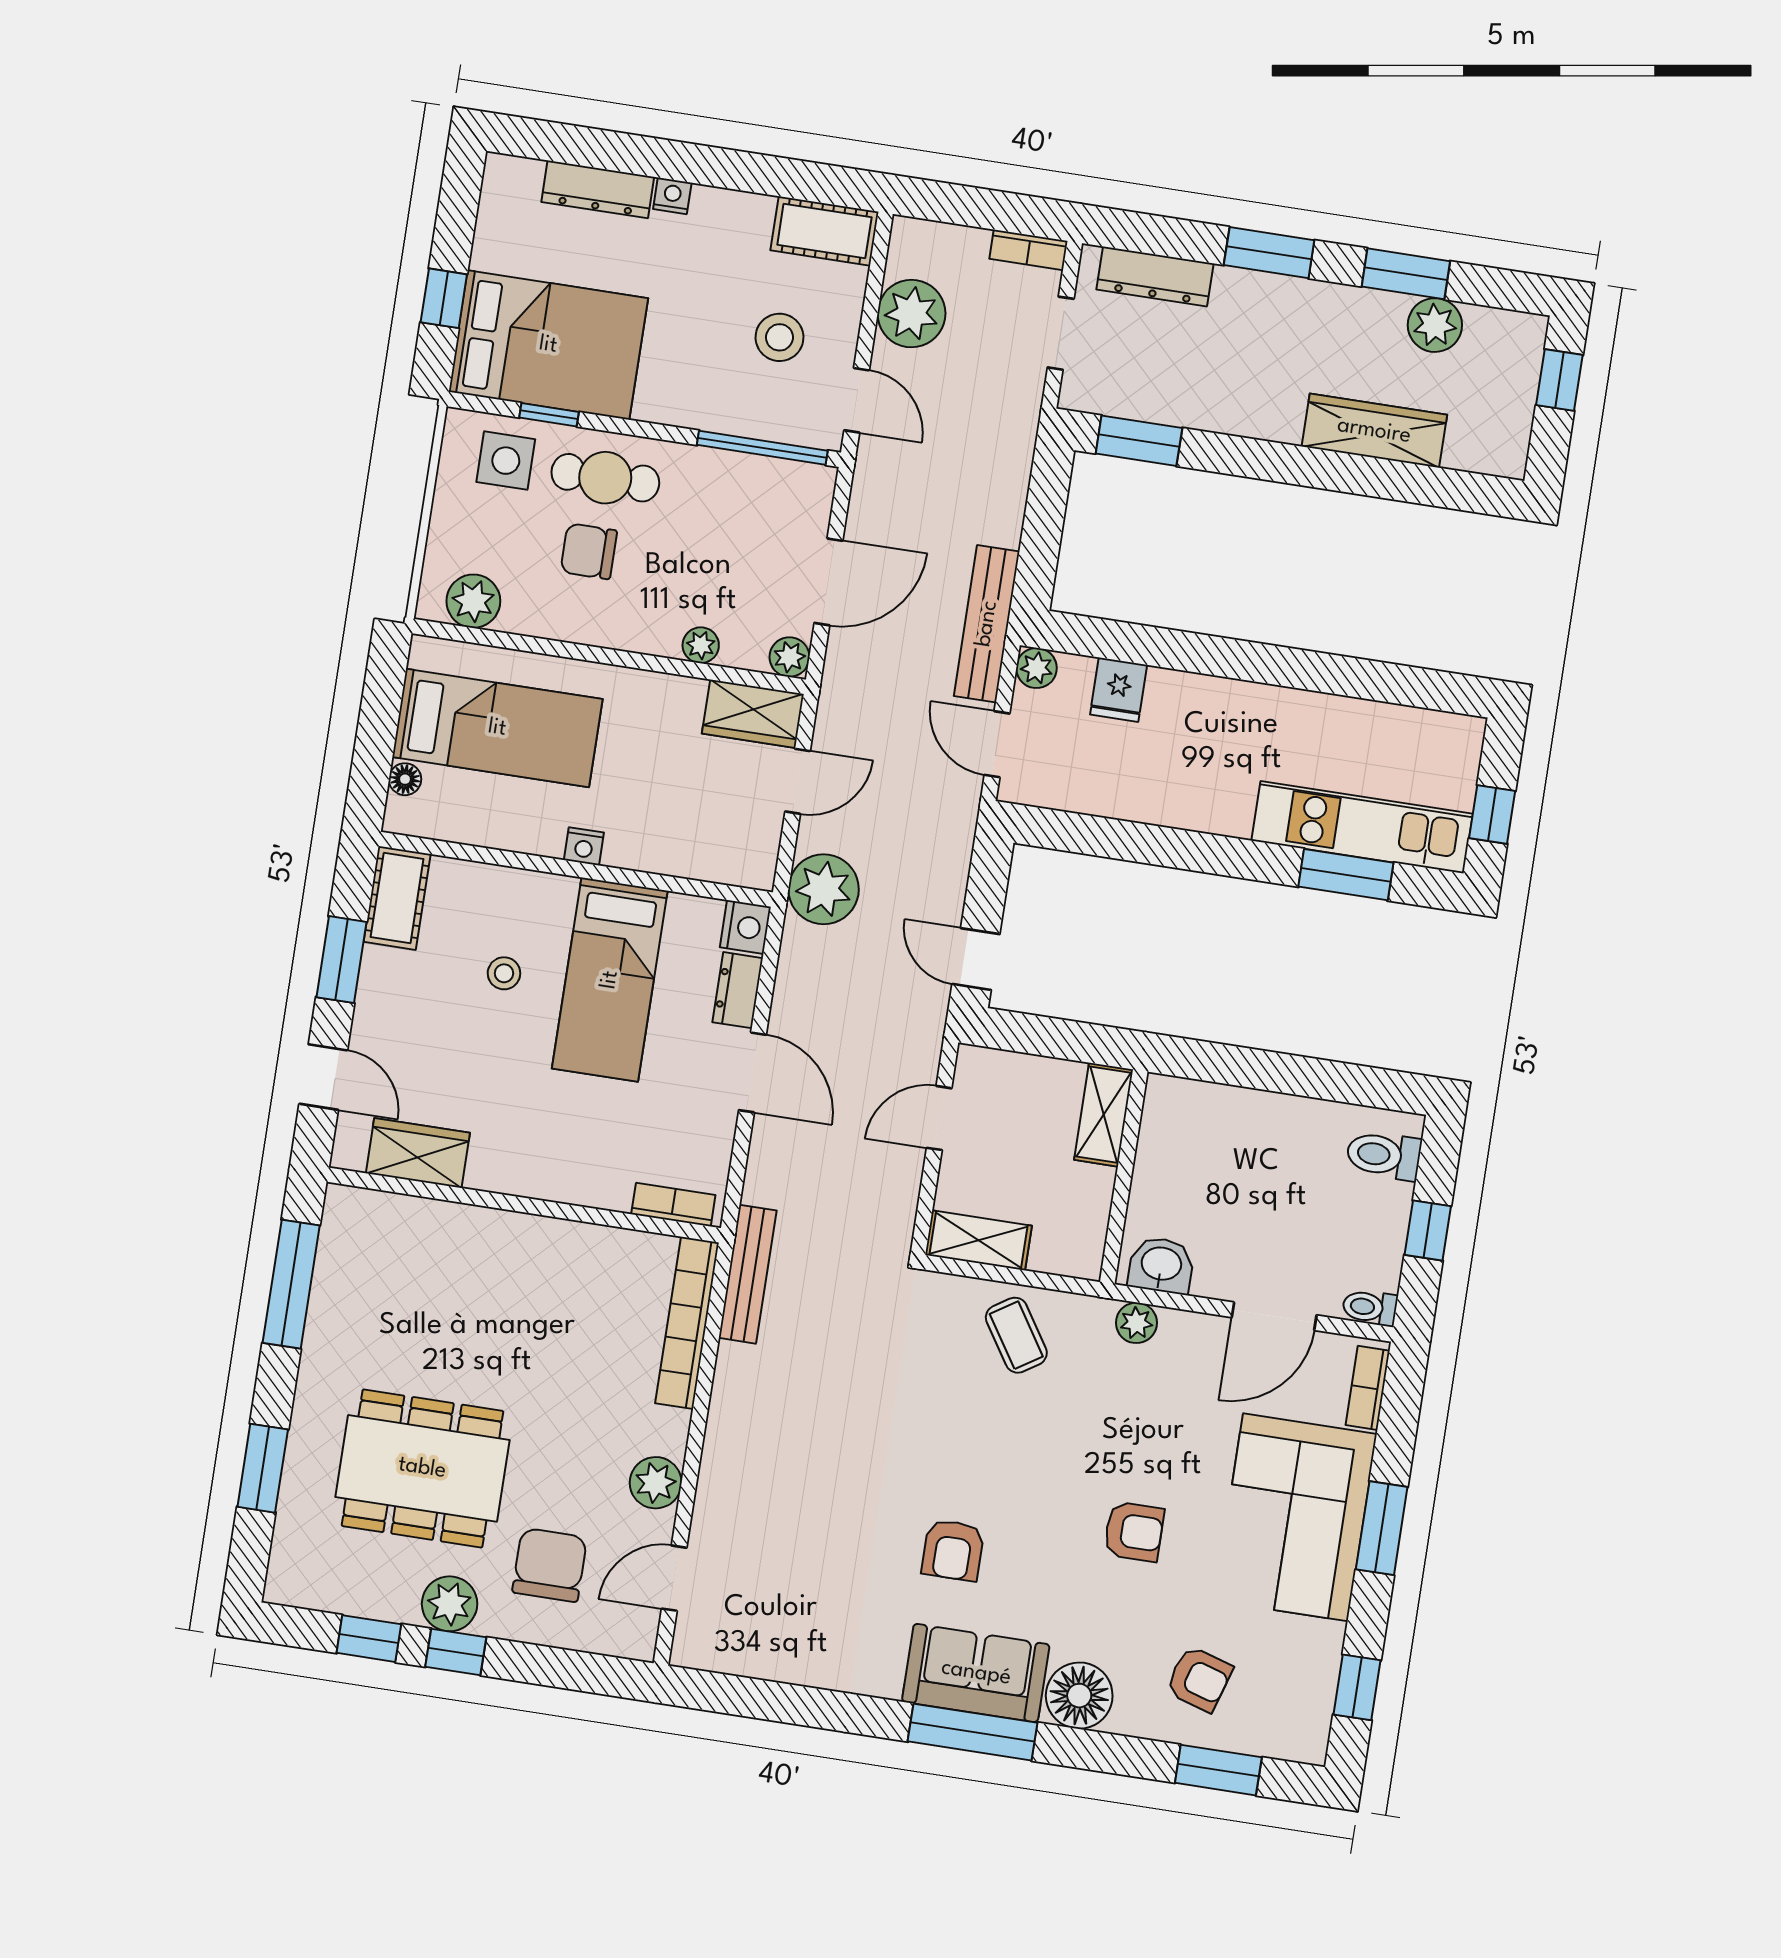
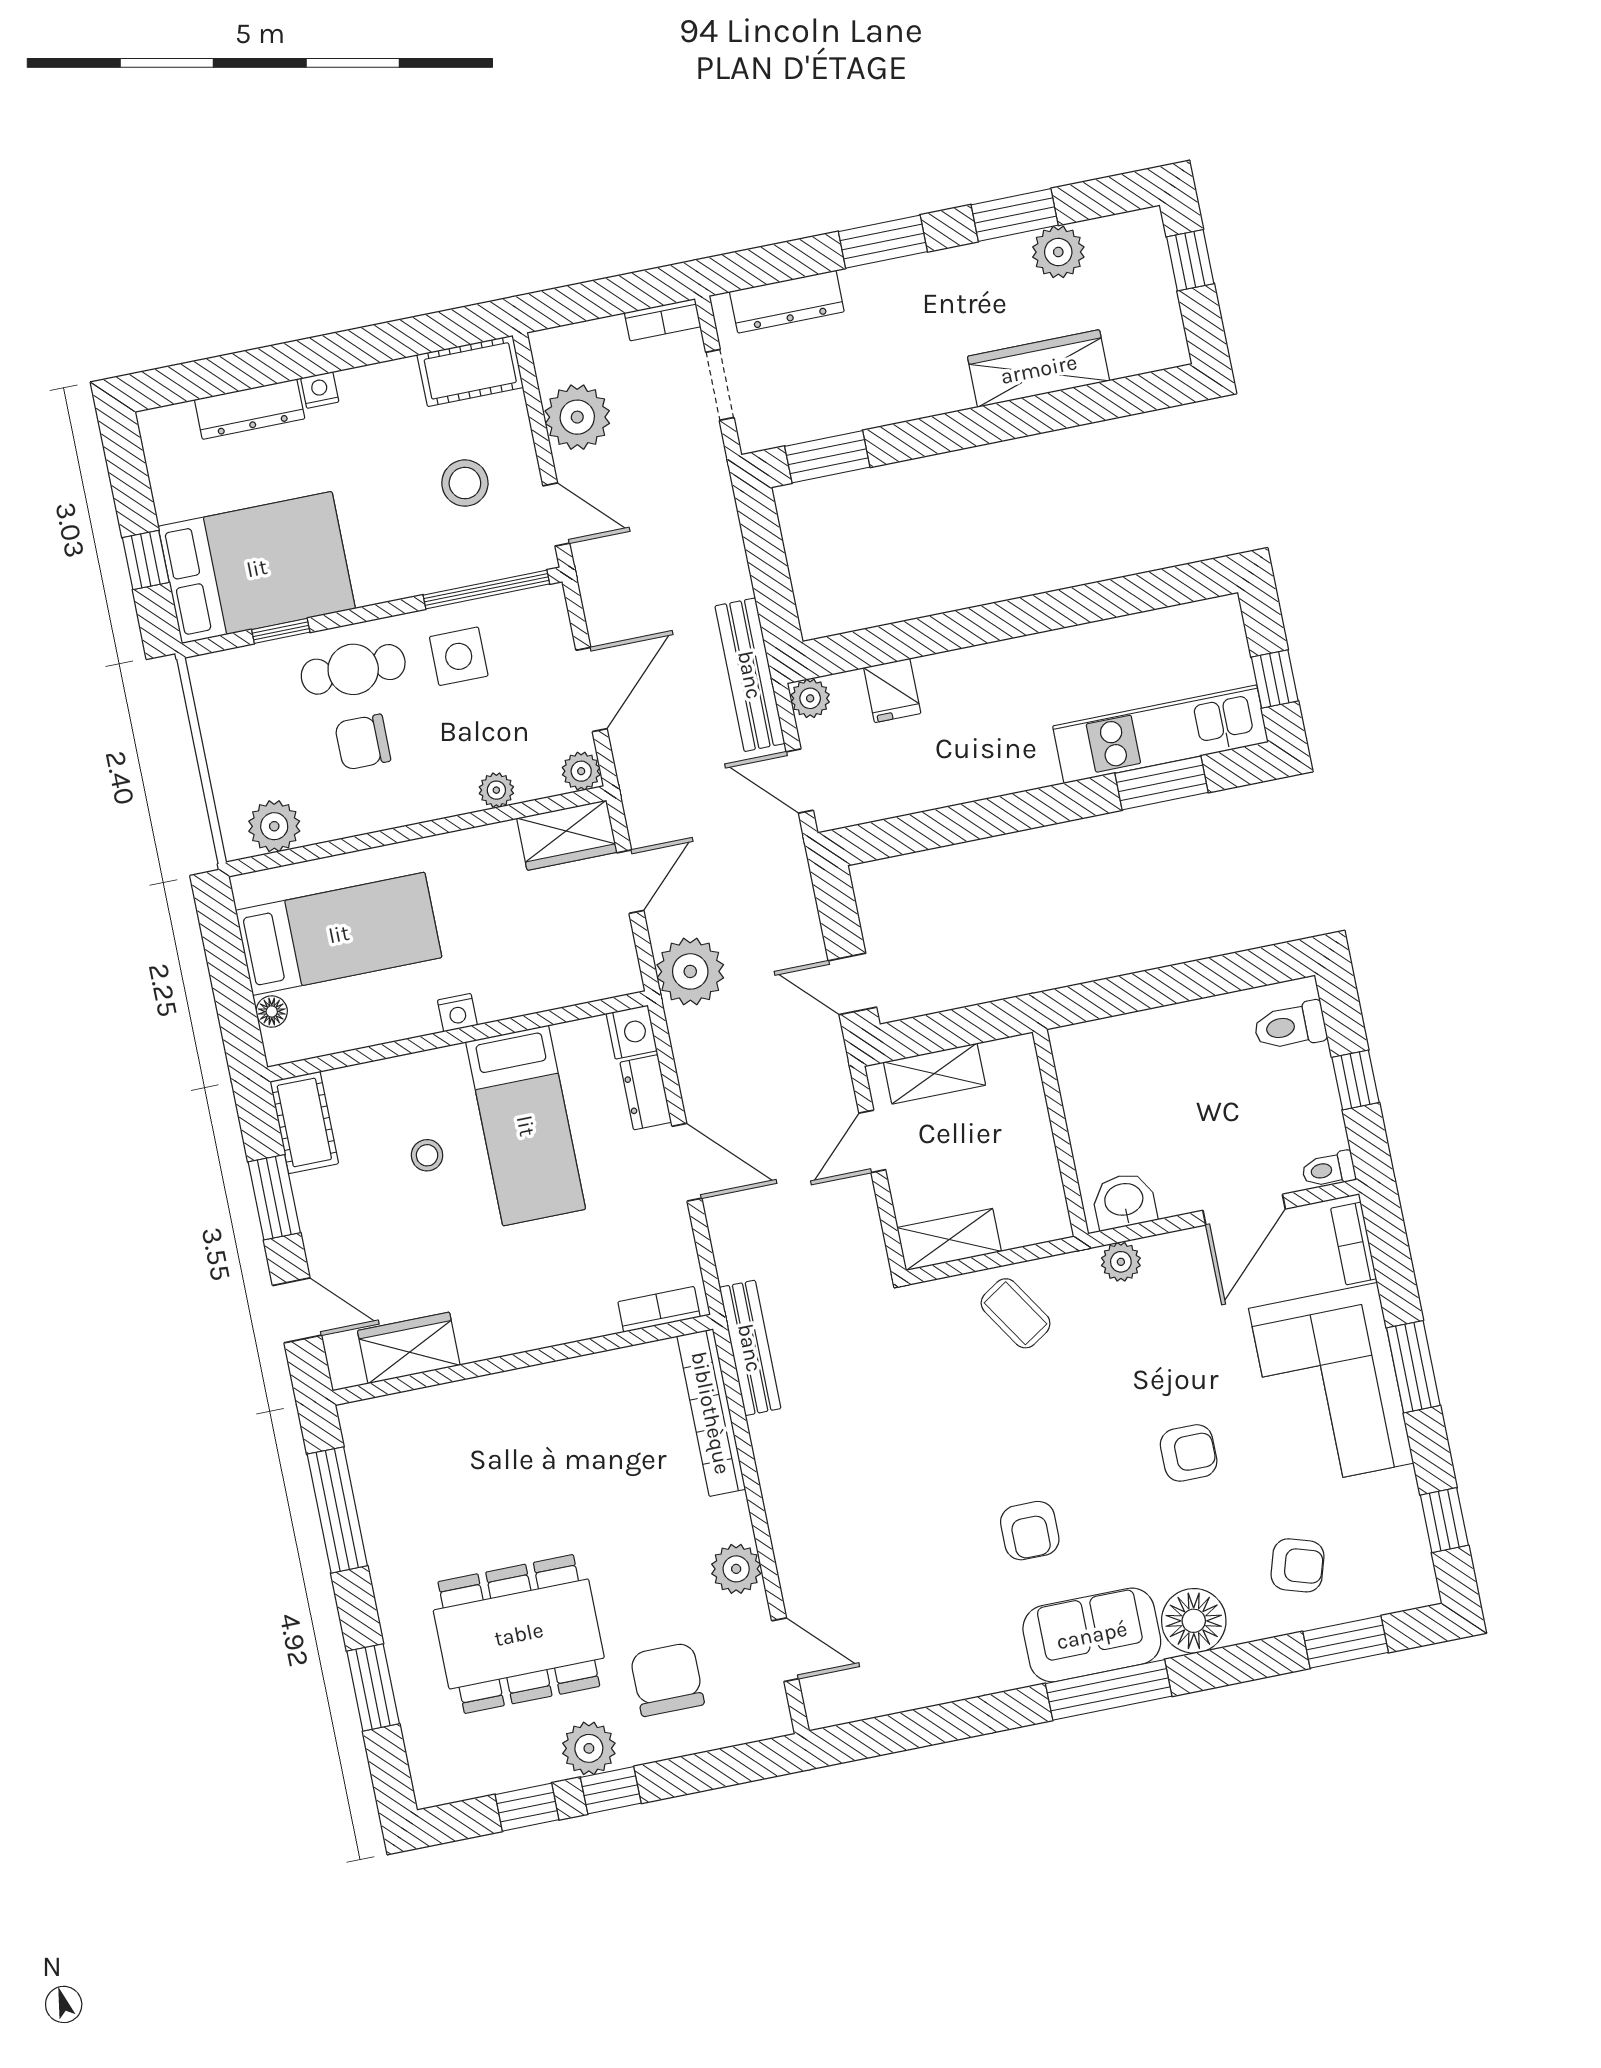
side table: (506, 461) -> (459, 656), moved
shelving: (1104, 1115) -> (934, 1074), moved, turned 90
door: (674, 1578) -> (785, 1650), swing flipped

